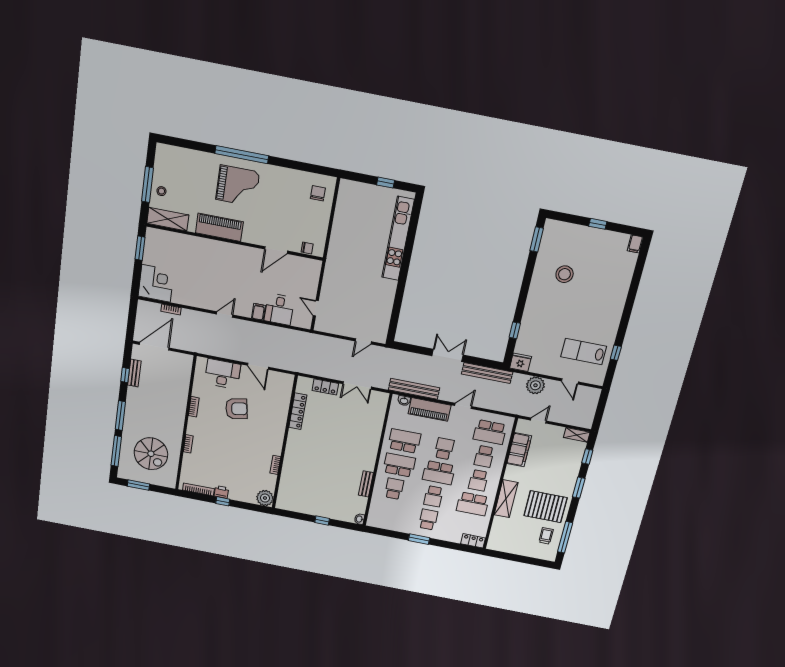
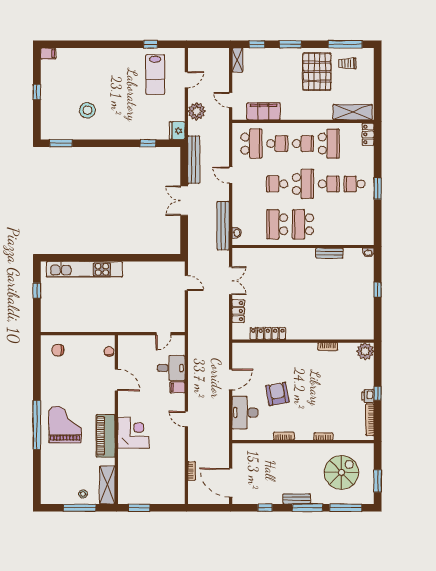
corner desk: (156, 283) -> (133, 433), moved, turned 90
bench: (134, 373) -> (297, 499), moved
piano: (430, 410) -> (241, 206), removed
school desk: (394, 489) -> (329, 224), removed
shelving: (506, 499) -> (353, 112), moved

